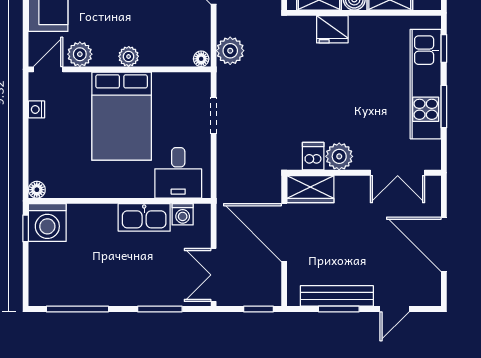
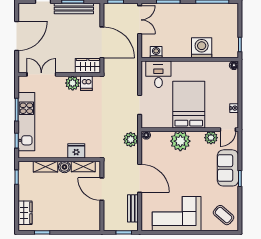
plant: (129, 56) -> (180, 141), width x1.88, depth x1.88
kitchen sink: (144, 217) -> (177, 50), removed
washing machine: (47, 223) -> (202, 48), moved
door: (444, 244) -> (17, 36), hinge flipped

